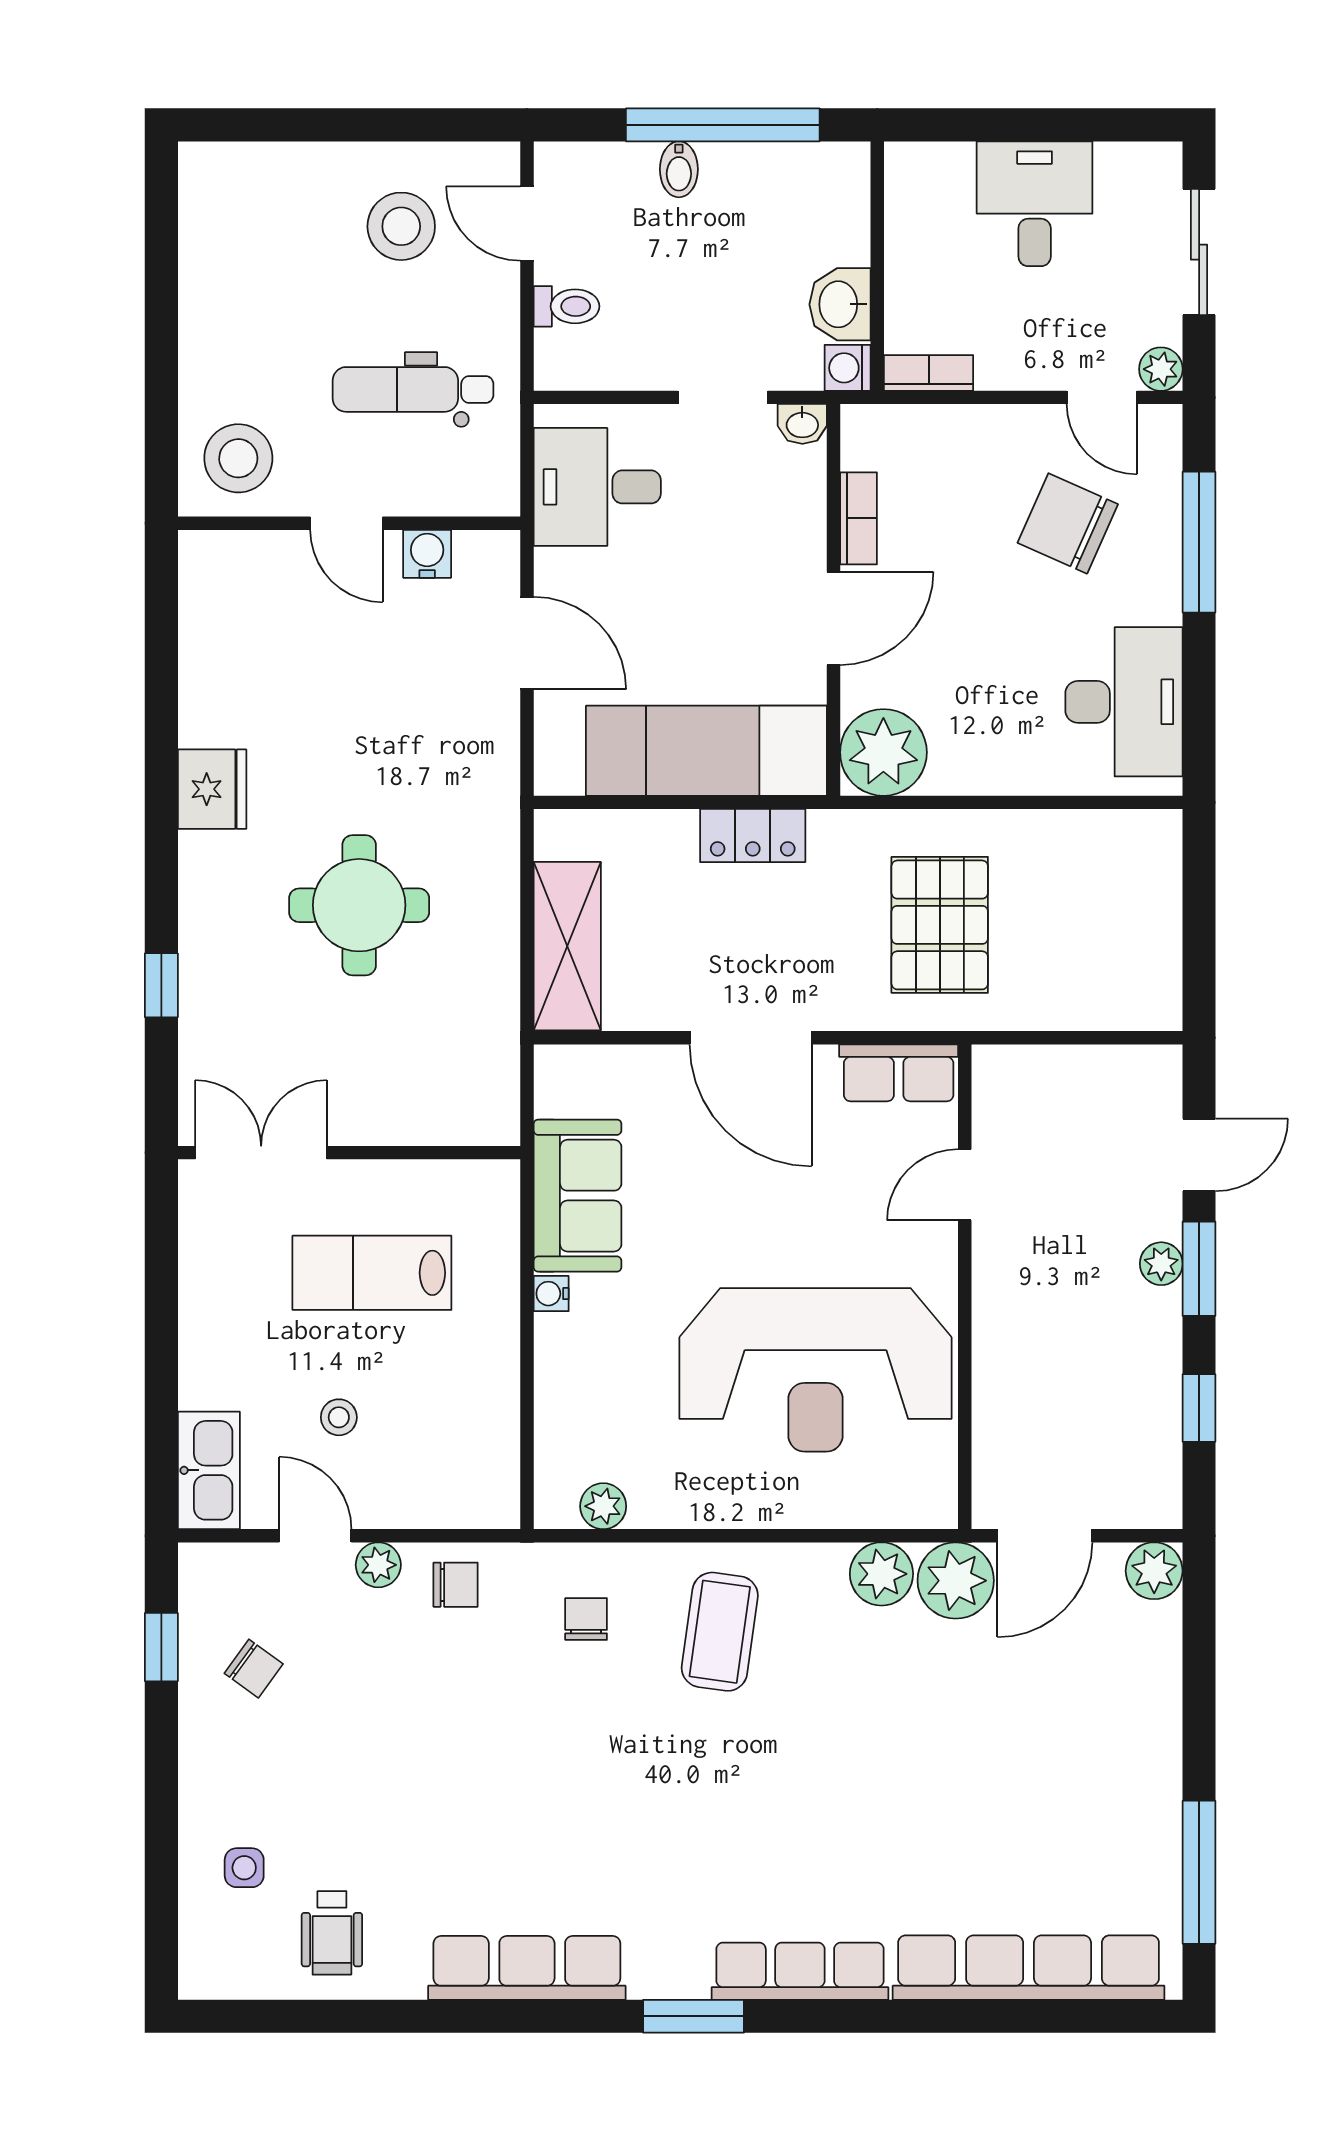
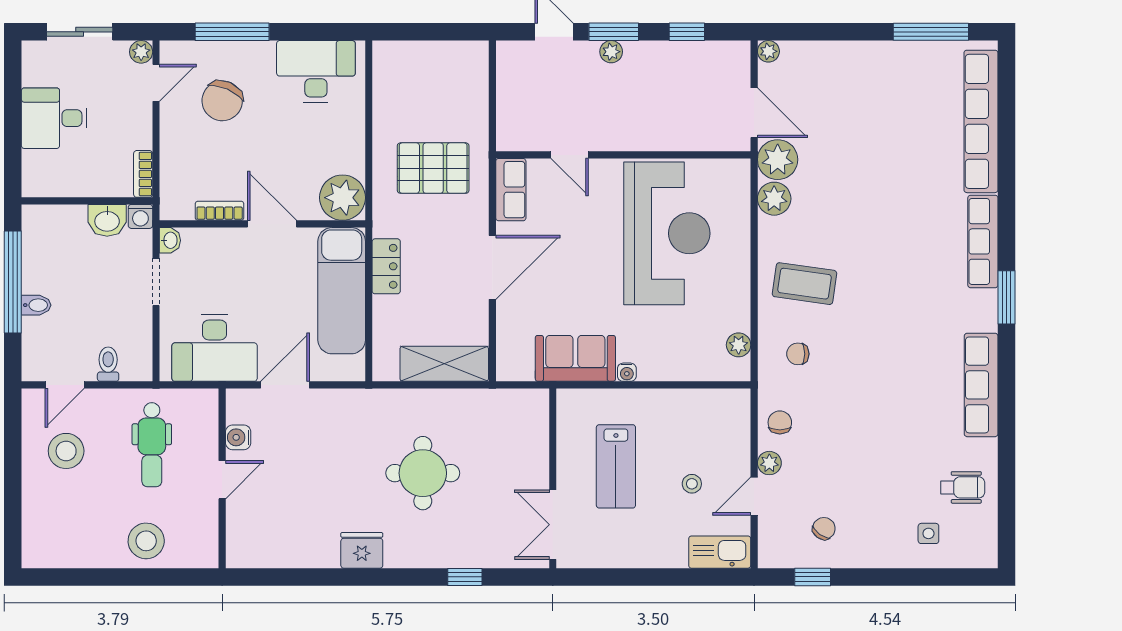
stool: (238, 458) -> (146, 541), moved
desk: (597, 487) -> (215, 348), width x1.37
plant: (1154, 1571) -> (768, 51), width x0.73, depth x0.73

